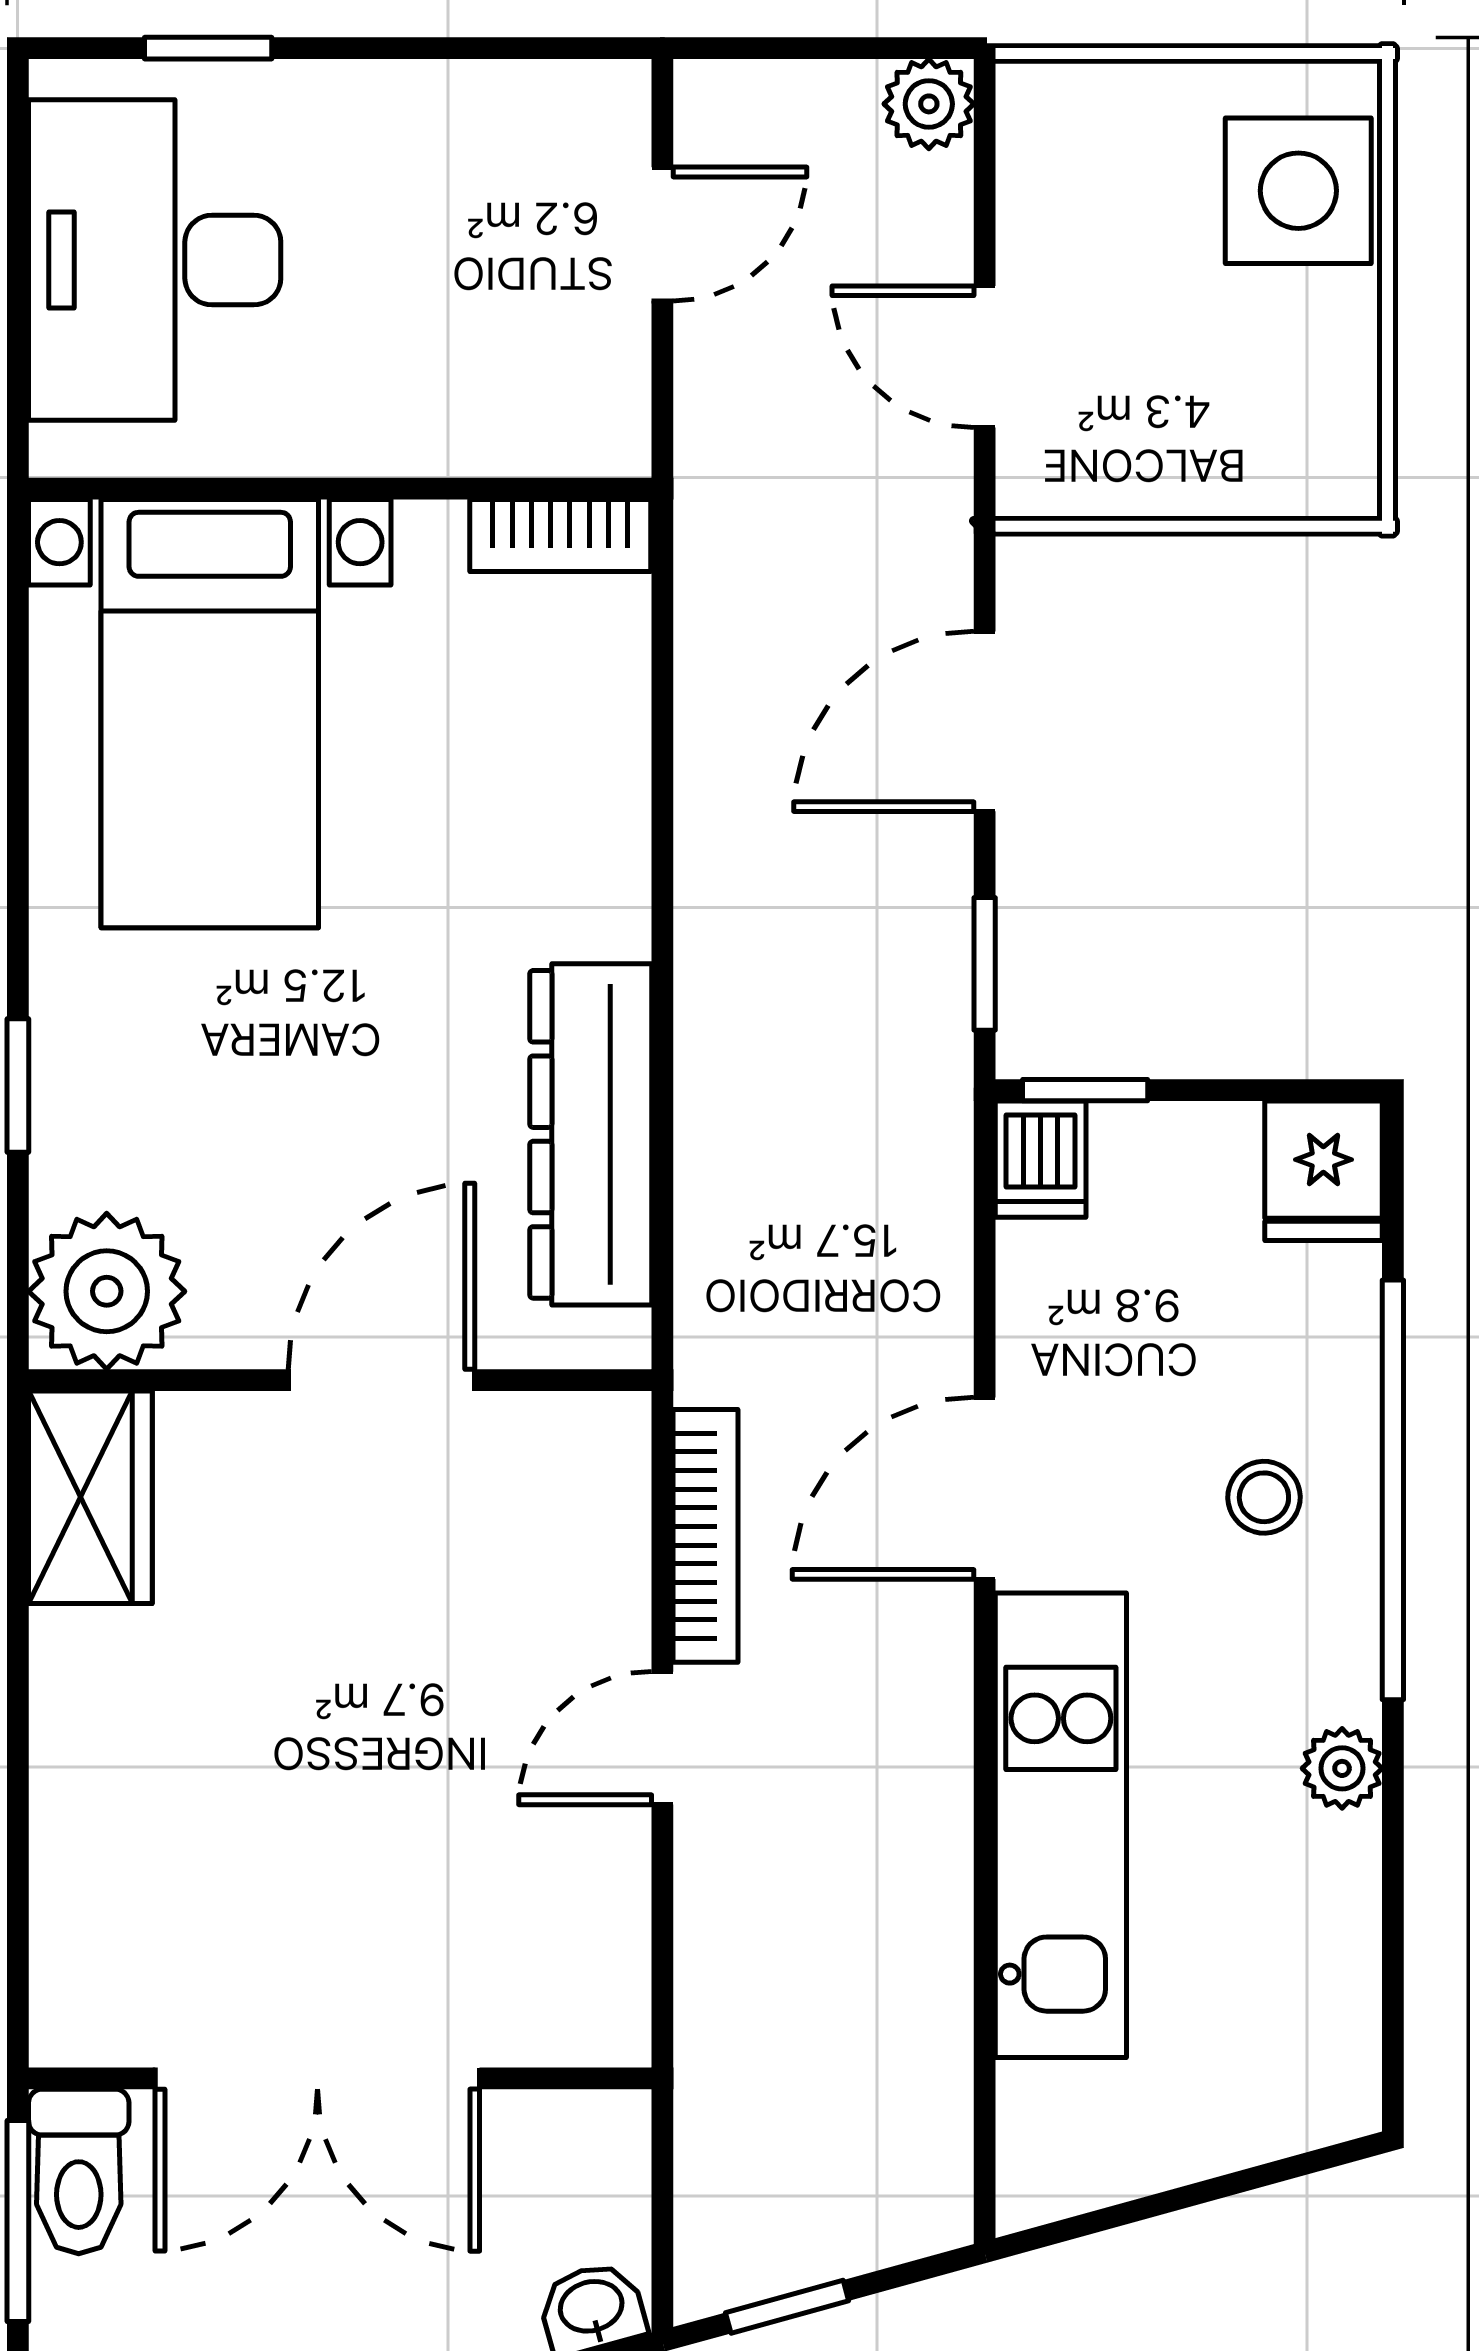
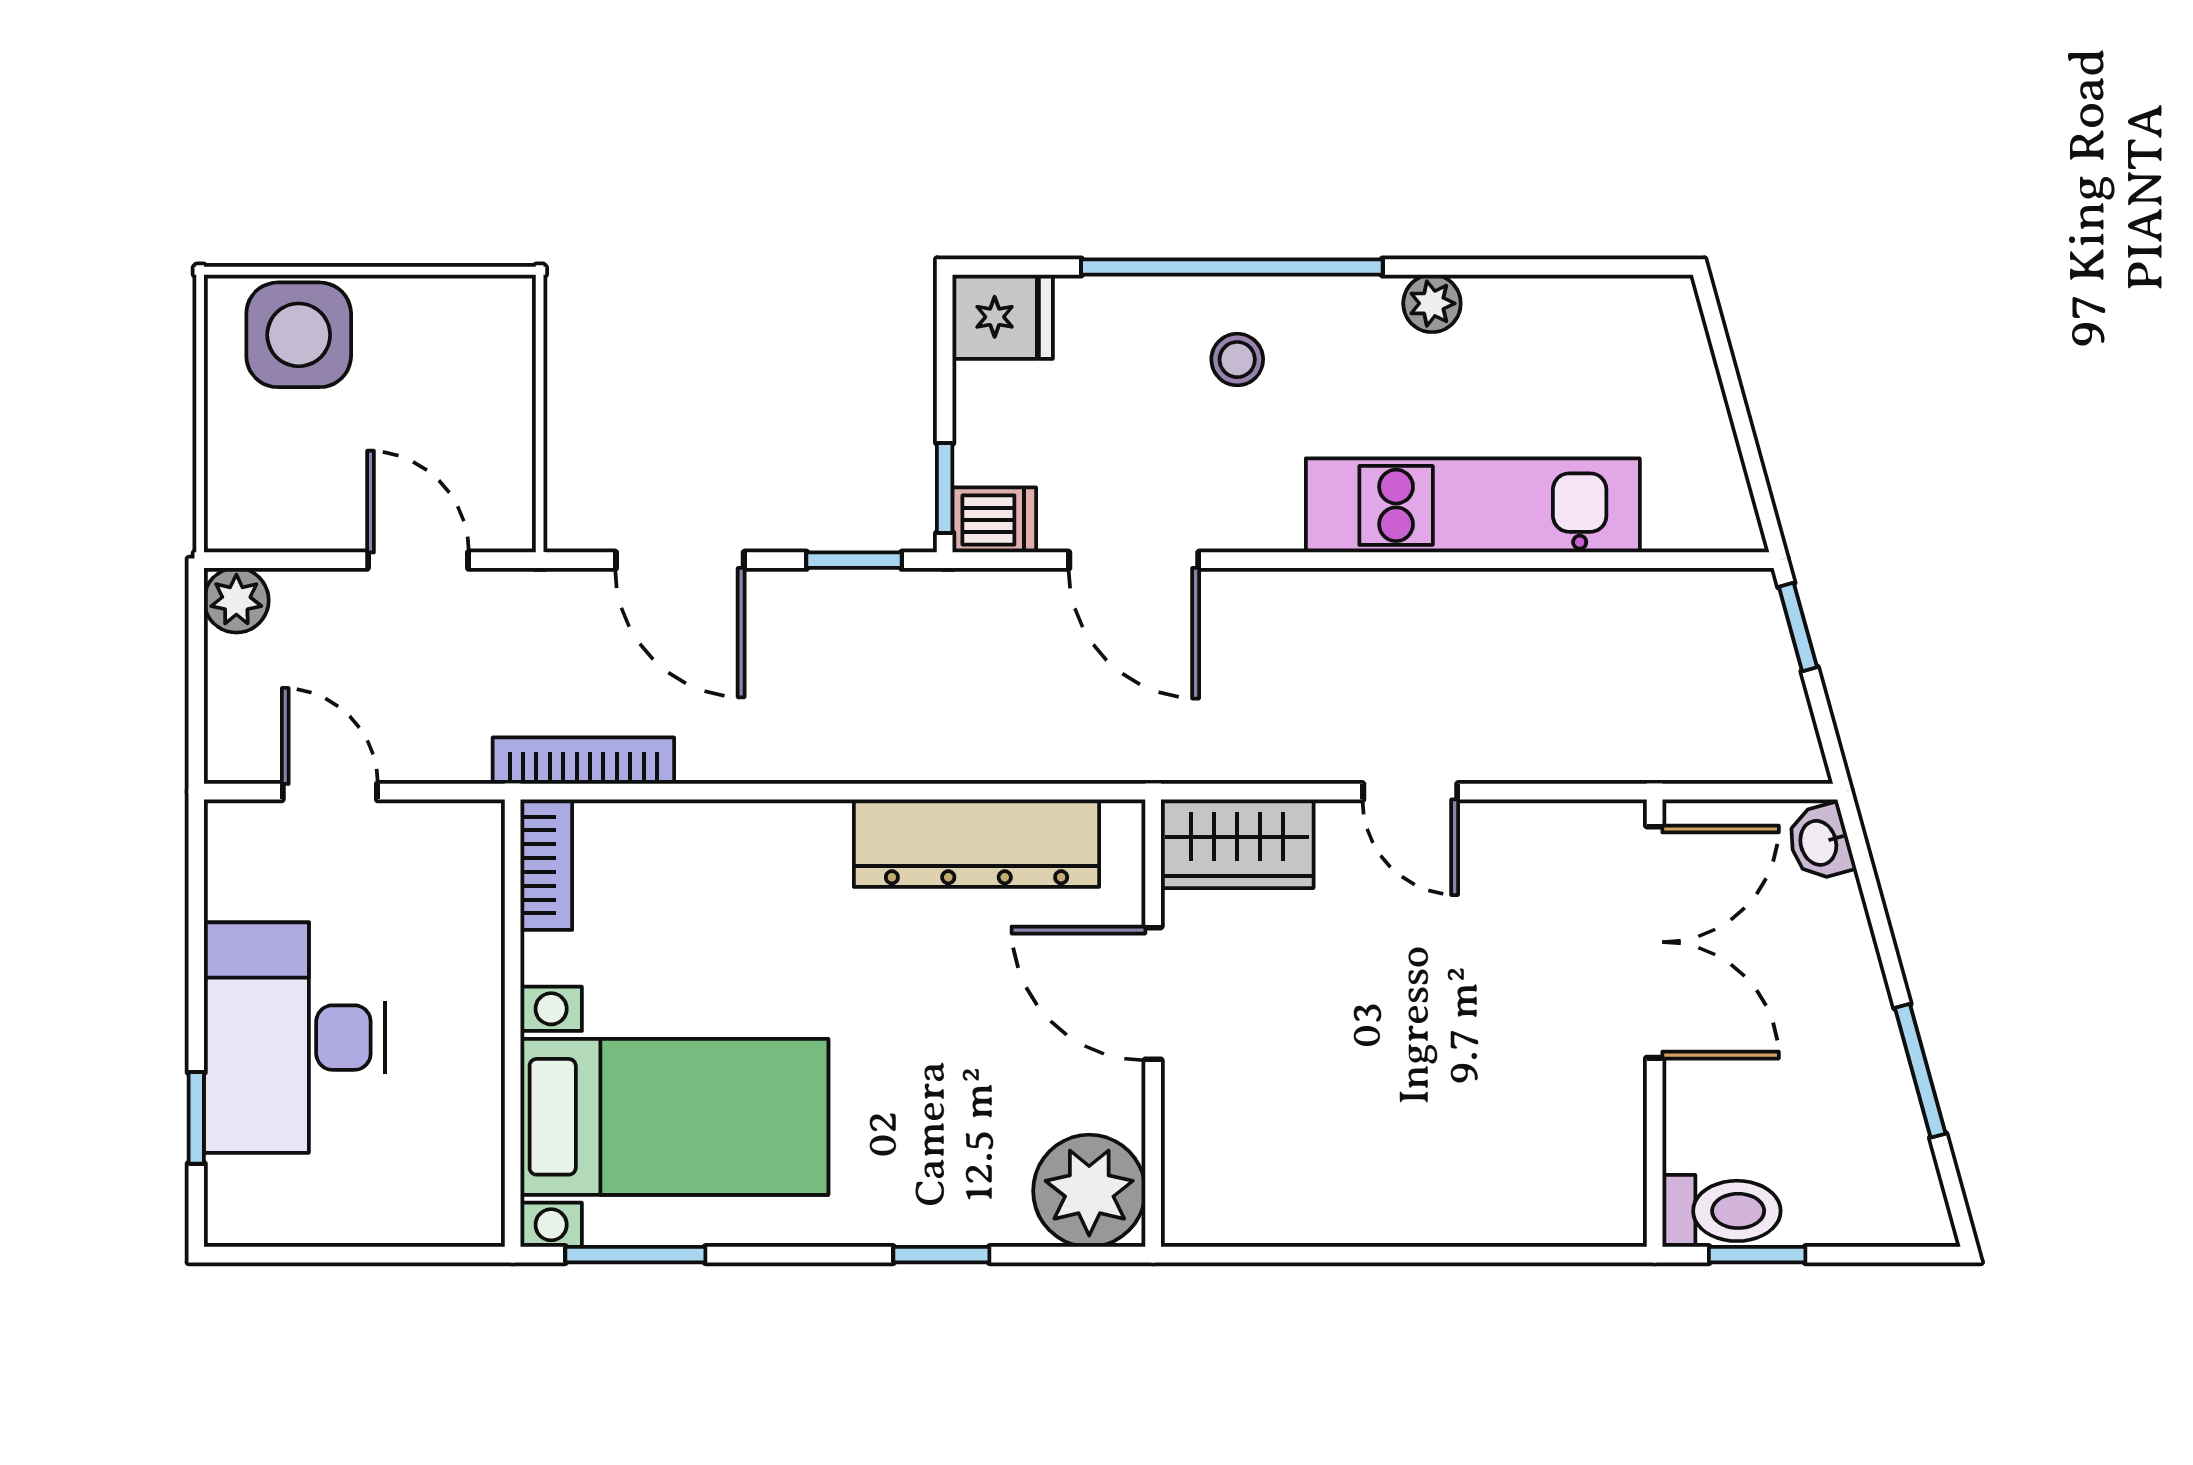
desk: (155, 260) -> (295, 1038), moved, turned 90
door: (985, 357) -> (418, 560), swing flipped
window: (18, 659) -> (635, 1255), added
door: (985, 1488) -> (1134, 560), moved
wardrobe: (90, 1497) -> (1237, 844), moved, turned 180
bookcase: (706, 1536) -> (583, 761), moved
double door: (317, 2078) -> (1655, 942), moved
window: (18, 2221) -> (1757, 1255), width x0.67
window: (787, 2307) -> (1798, 627), moved

